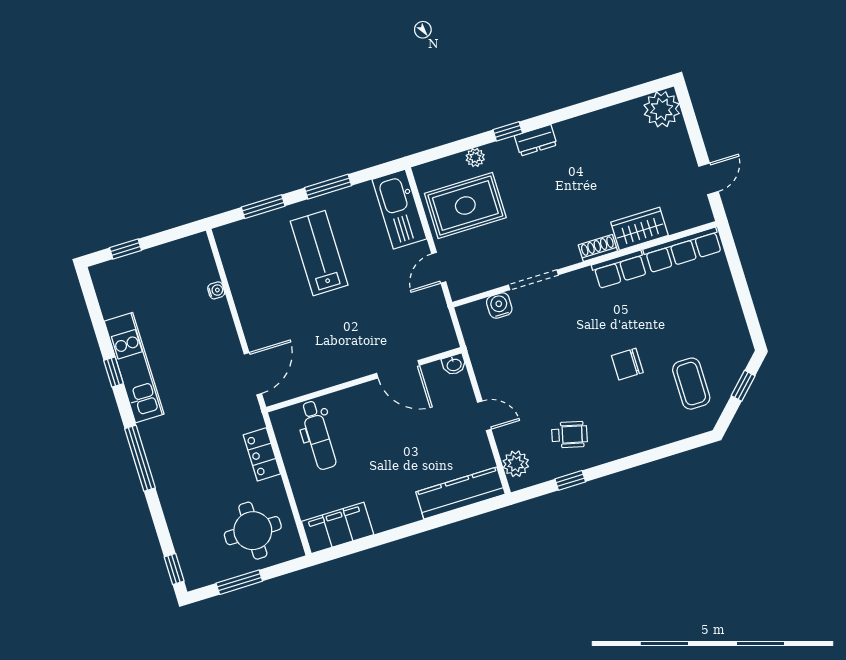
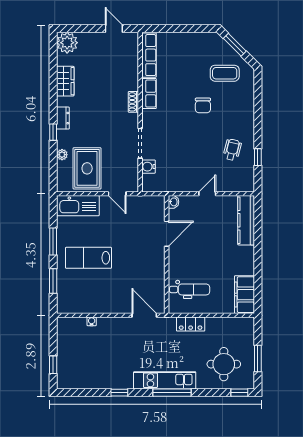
wardrobe: (640, 229) -> (65, 81), moved, turned 180
kitchen unit: (134, 368) -> (165, 380), moved
window: (743, 386) -> (235, 45), width x1.50
plant: (516, 464) -> (239, 184), removed
round table: (253, 531) -> (224, 364), moved

